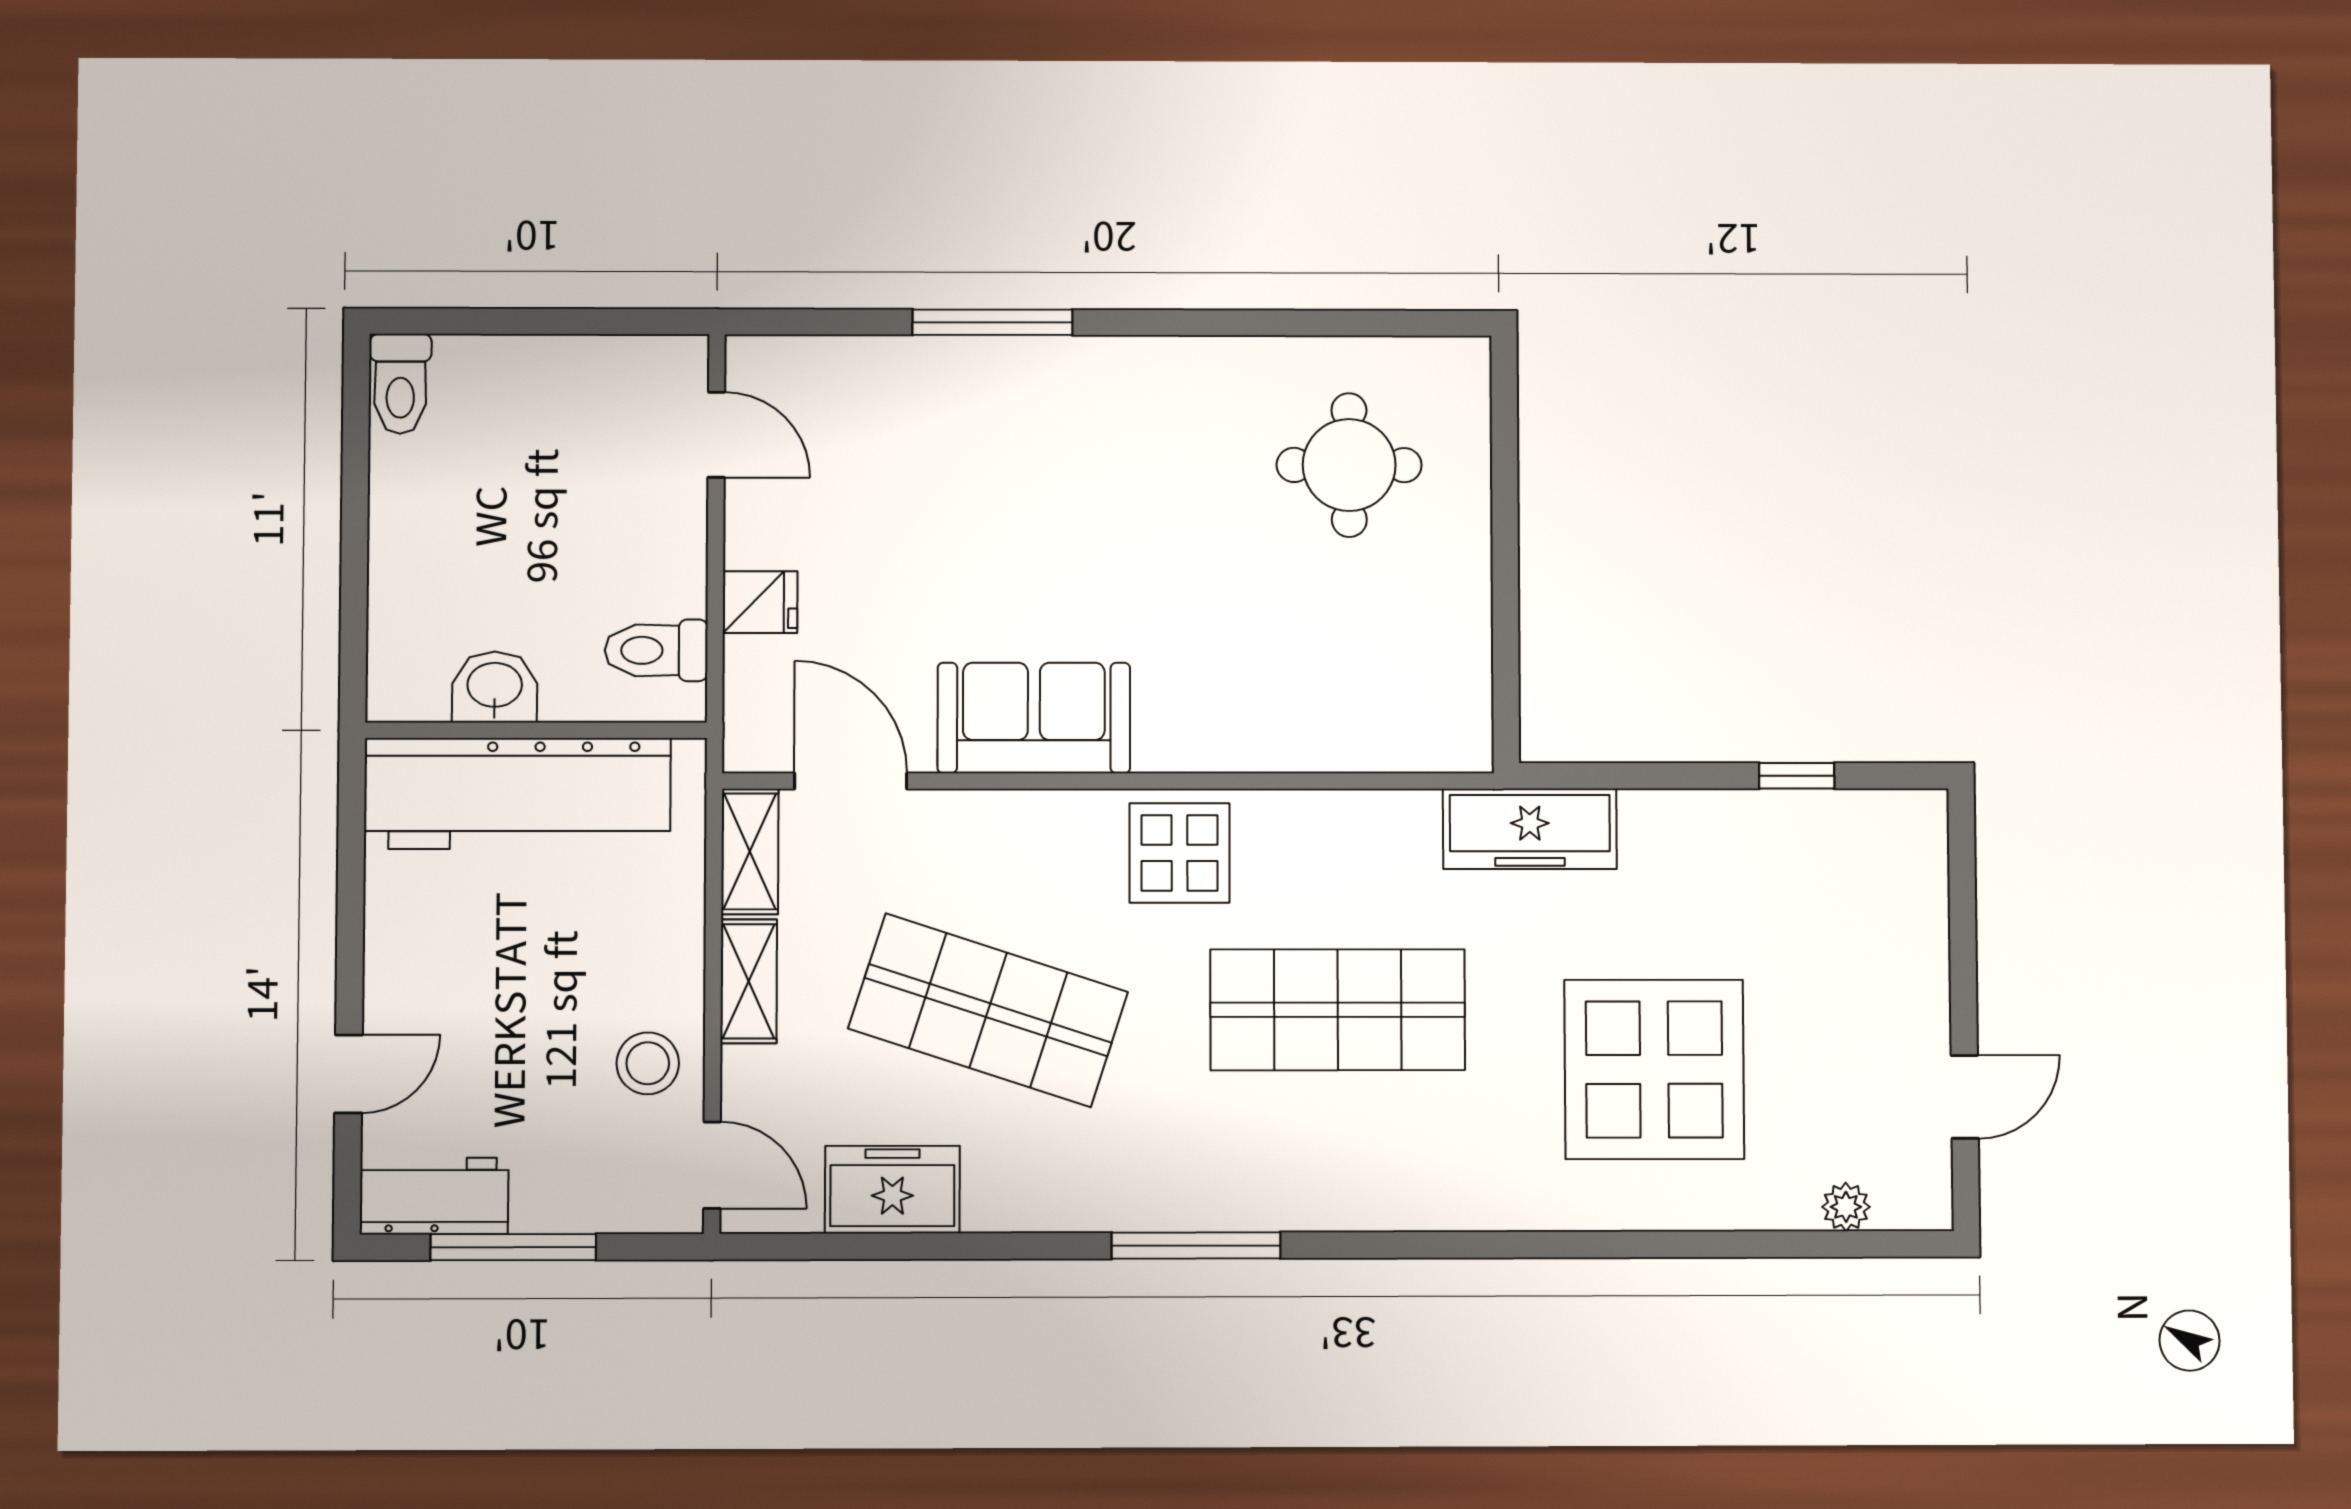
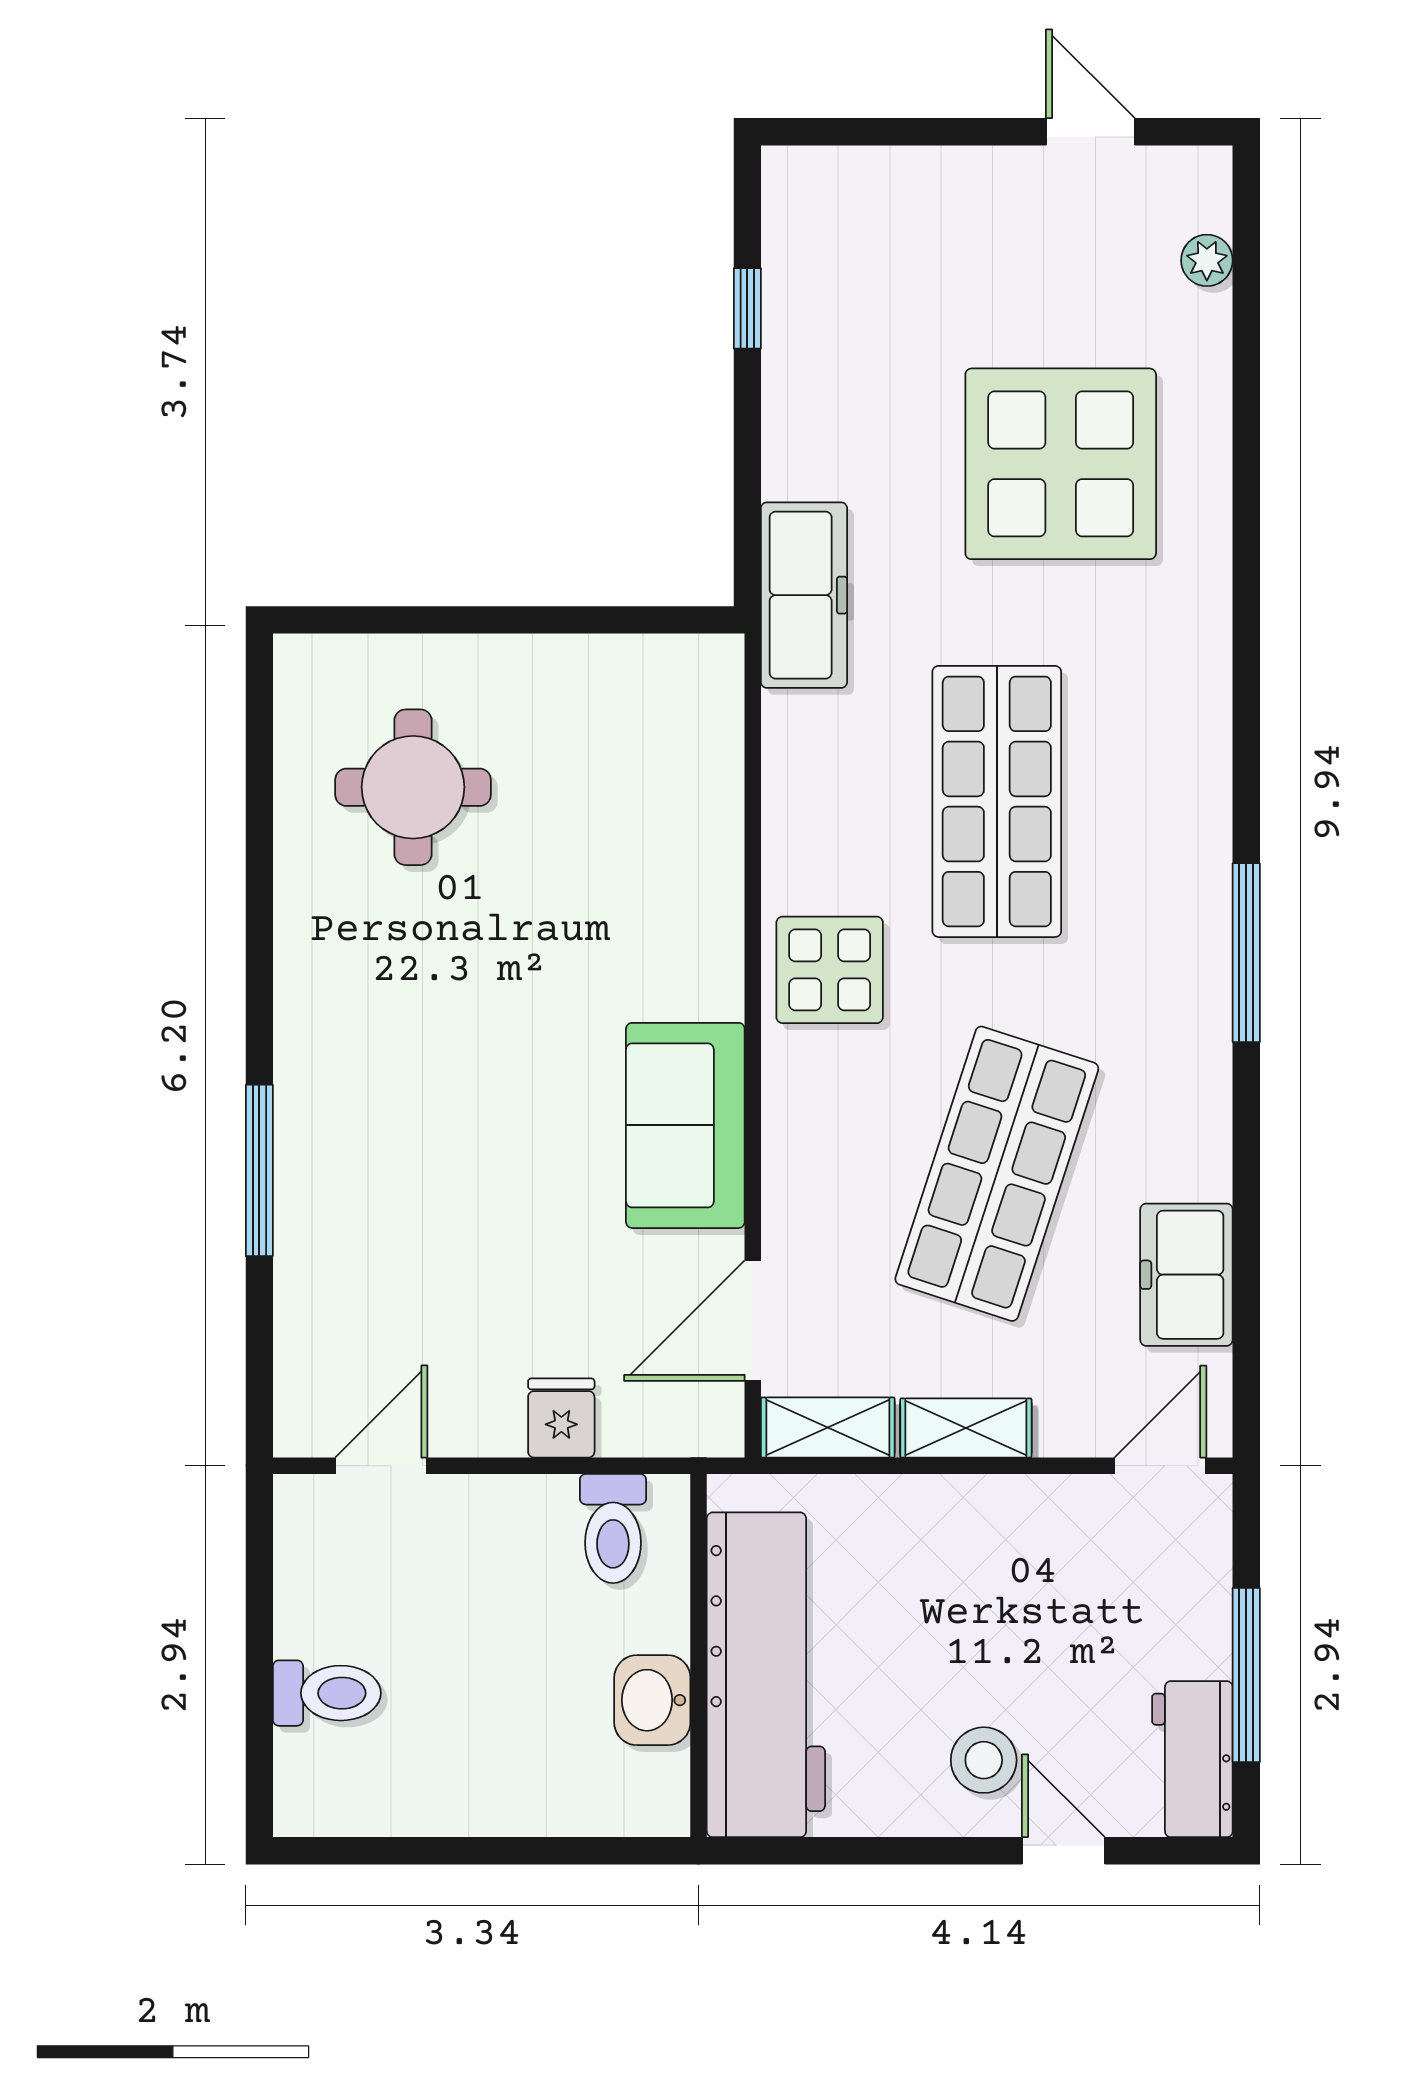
toilet: (400, 384) -> (327, 1693), moved
stool: (648, 1063) -> (984, 1760), moved

